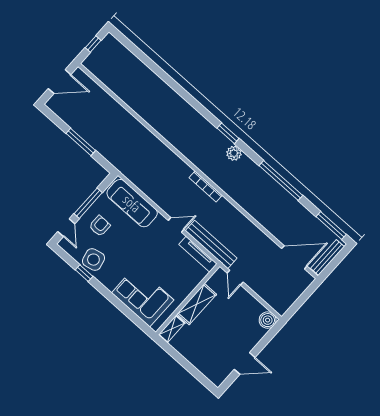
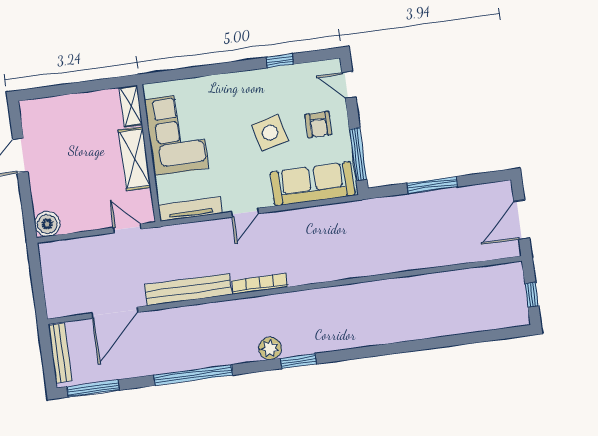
window: (88, 203) -> (358, 154), moved
bench: (211, 244) -> (188, 290), moved
door: (294, 257) -> (115, 313), moved
side table: (93, 260) -> (270, 133), moved
corner sofa: (143, 296) -> (176, 134), moved, turned -90

